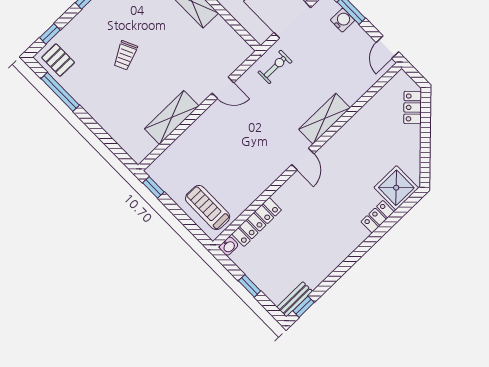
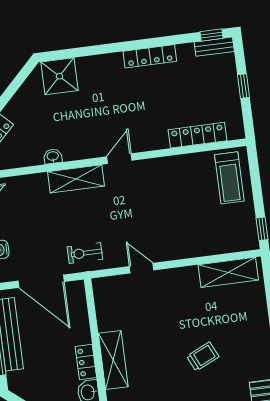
shelving: (172, 117) -> (228, 272), moved
locker: (378, 217) -> (150, 56), moved, width x1.53
washbasin: (229, 246) -> (53, 156), moved

